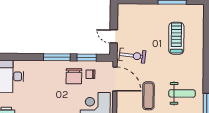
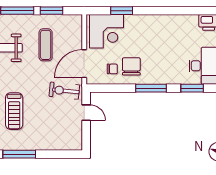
window: (87, 58) -> (192, 88), moved
door: (115, 79) -> (84, 64), hinge flipped

